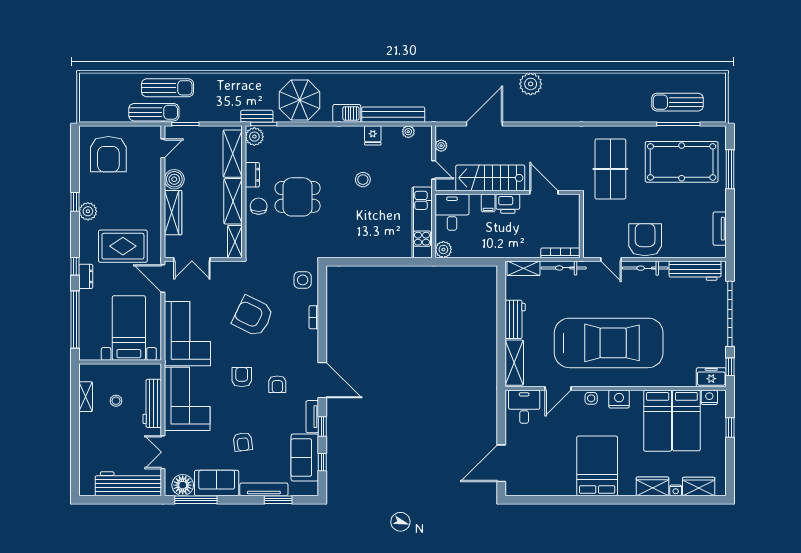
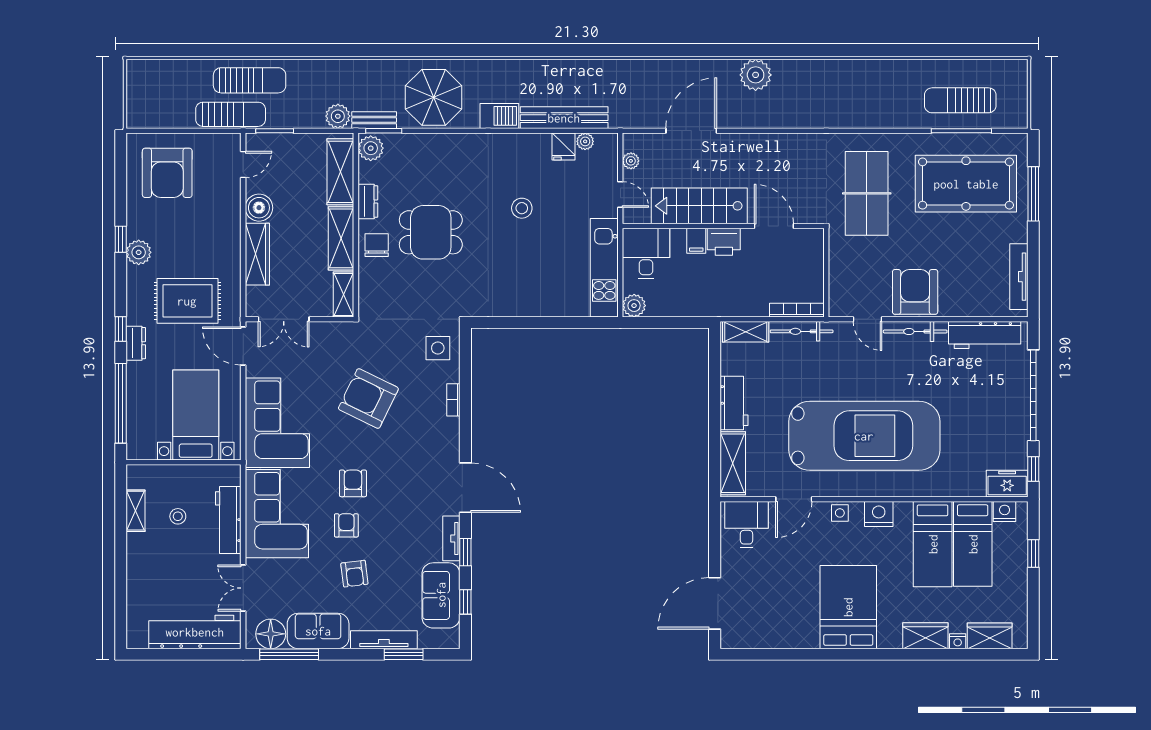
plant: (231, 114) -> (338, 116), added
fridge: (373, 135) -> (563, 146), moved
tv unit: (720, 229) -> (1019, 277), width x1.41
armchair: (277, 384) -> (346, 525), moved, turned 180

